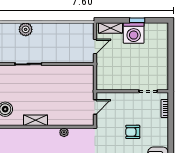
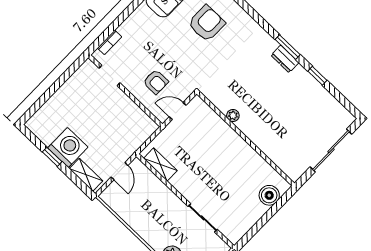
door: (95, 47) -> (119, 171), swing flipped
shelving: (35, 120) -> (160, 164), moved
armchair: (133, 132) -> (156, 82), moved

